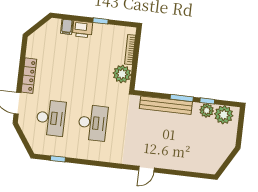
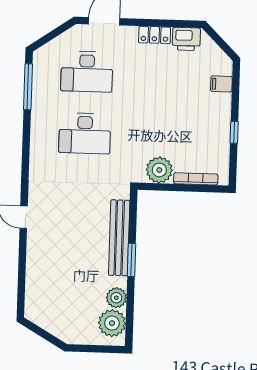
printer: (82, 29) -> (186, 39), moved, turned -90
locker: (29, 76) -> (155, 35), width x0.66
window: (207, 101) -> (130, 298), removed
window: (58, 159) -> (28, 87), width x2.17

